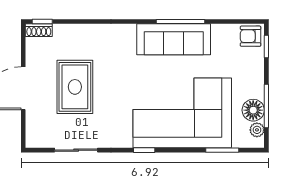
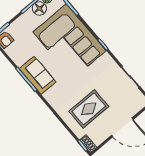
sofa: (174, 39) -> (38, 75), width x0.73
rug: (75, 87) -> (89, 109), moved

